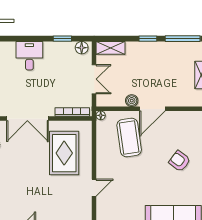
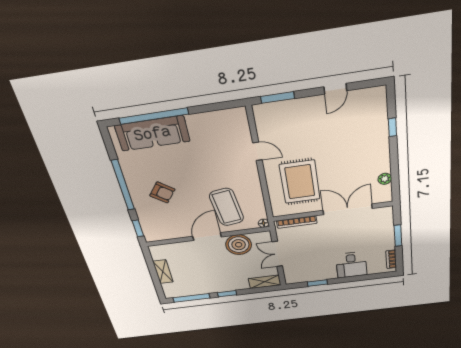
floor lamp: (82, 48) -> (296, 278), removed
boiler: (132, 101) -> (239, 245), width x1.86, depth x1.86
door: (94, 188) -> (257, 151), swing flipped

